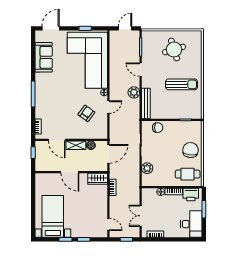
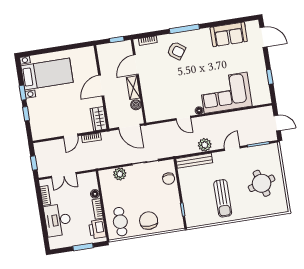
corner sofa: (87, 60) -> (226, 93), width x0.73, depth x0.74
armchair: (86, 113) -> (176, 51), moved
chair: (190, 150) -> (149, 221), turned -96
double door: (141, 216) -> (64, 175), swing flipped
door: (108, 224) -> (71, 136), moved
desk: (191, 224) -> (58, 220), moved, turned 90

